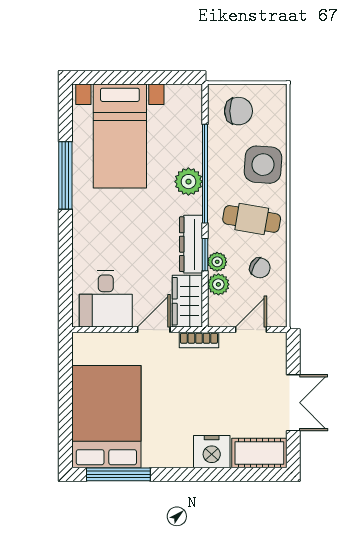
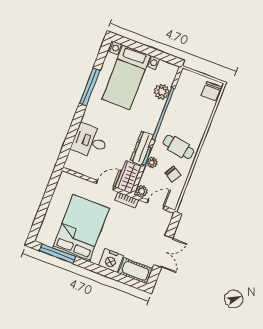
chair: (238, 111) -> (211, 91), moved, turned 90
side table: (263, 165) -> (195, 121), removed
plant: (188, 182) -> (162, 92), moved
plant: (218, 284) -> (142, 191), moved
desk: (106, 299) -> (90, 141), moved, turned 90
bed: (106, 417) -> (81, 228), moved

